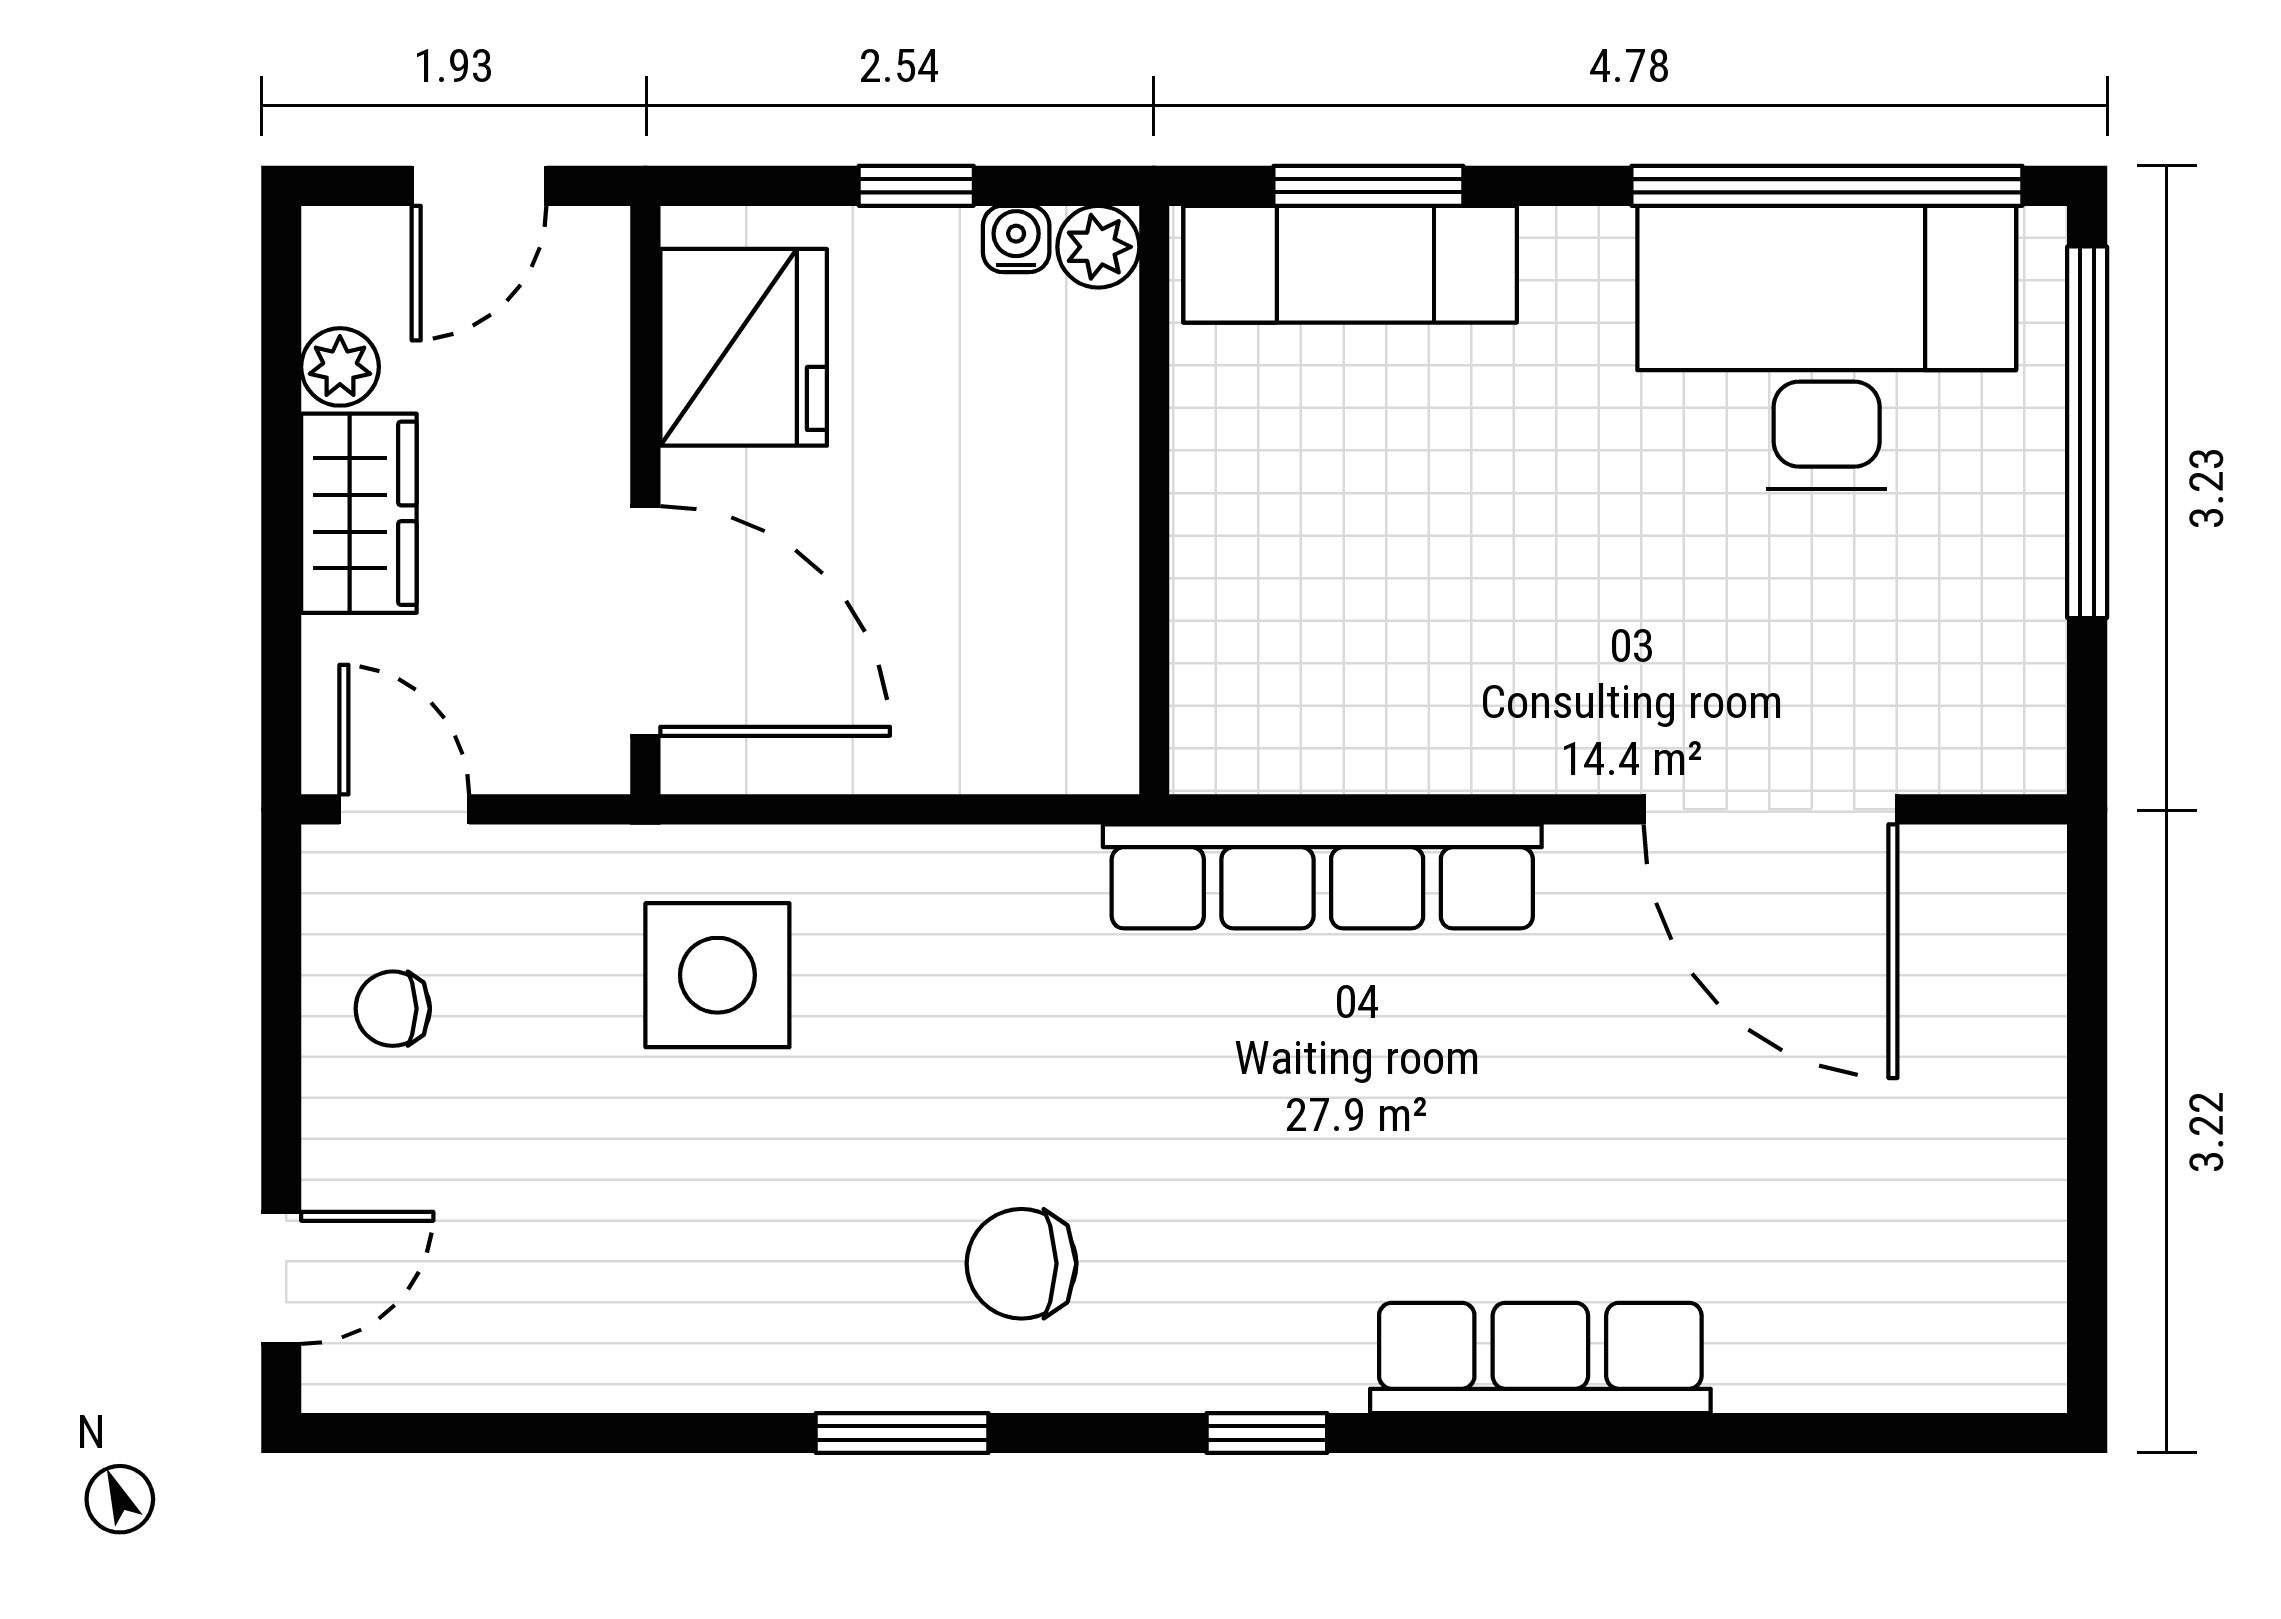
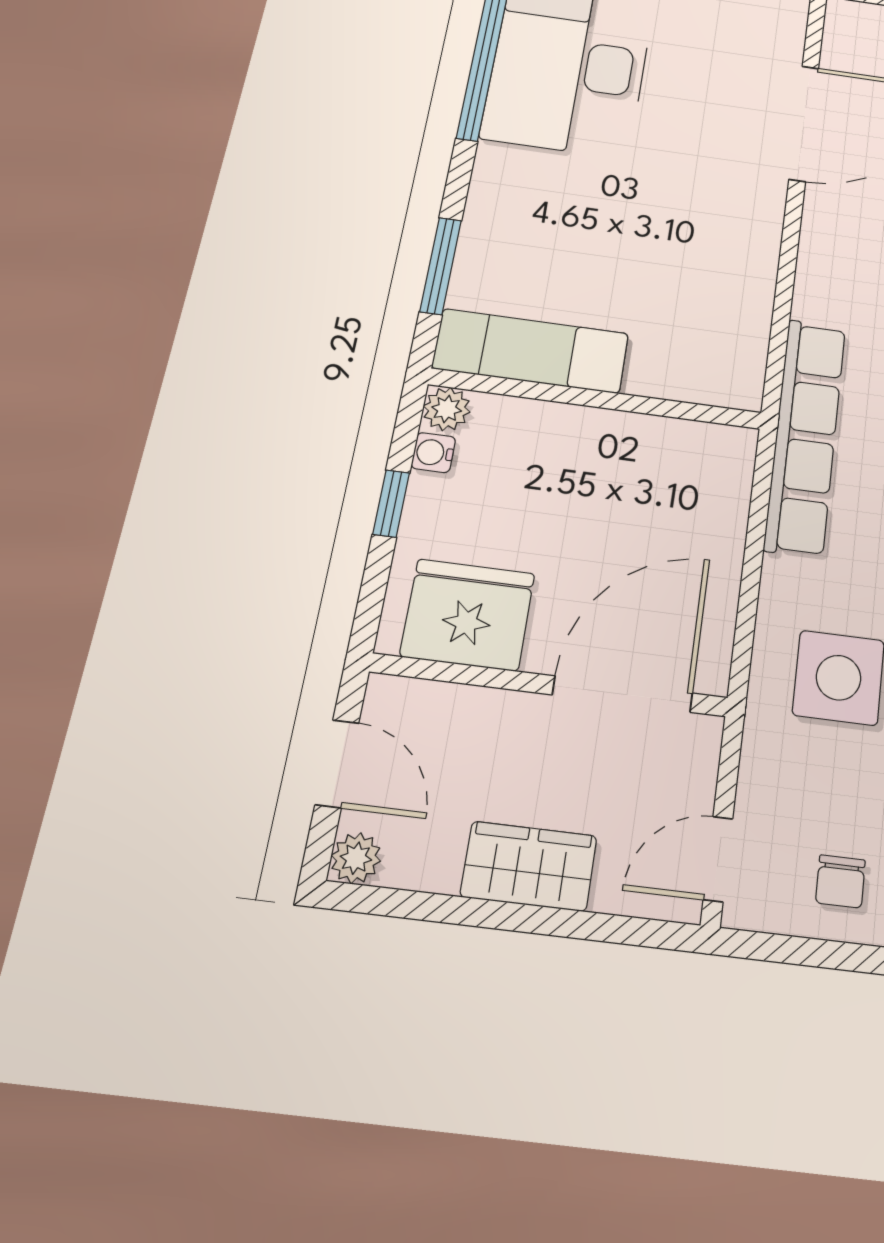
exam couch: (1350, 264) -> (531, 351), moved, turned -90
plant: (340, 367) -> (356, 858), moved
row of seats: (1322, 876) -> (805, 436), moved

